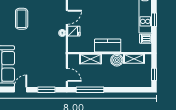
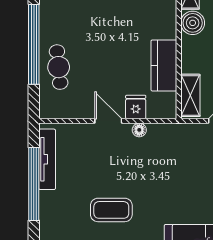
kitchen counter: (108, 45) -> (164, 65), moved
shelving: (90, 59) -> (190, 95), moved

